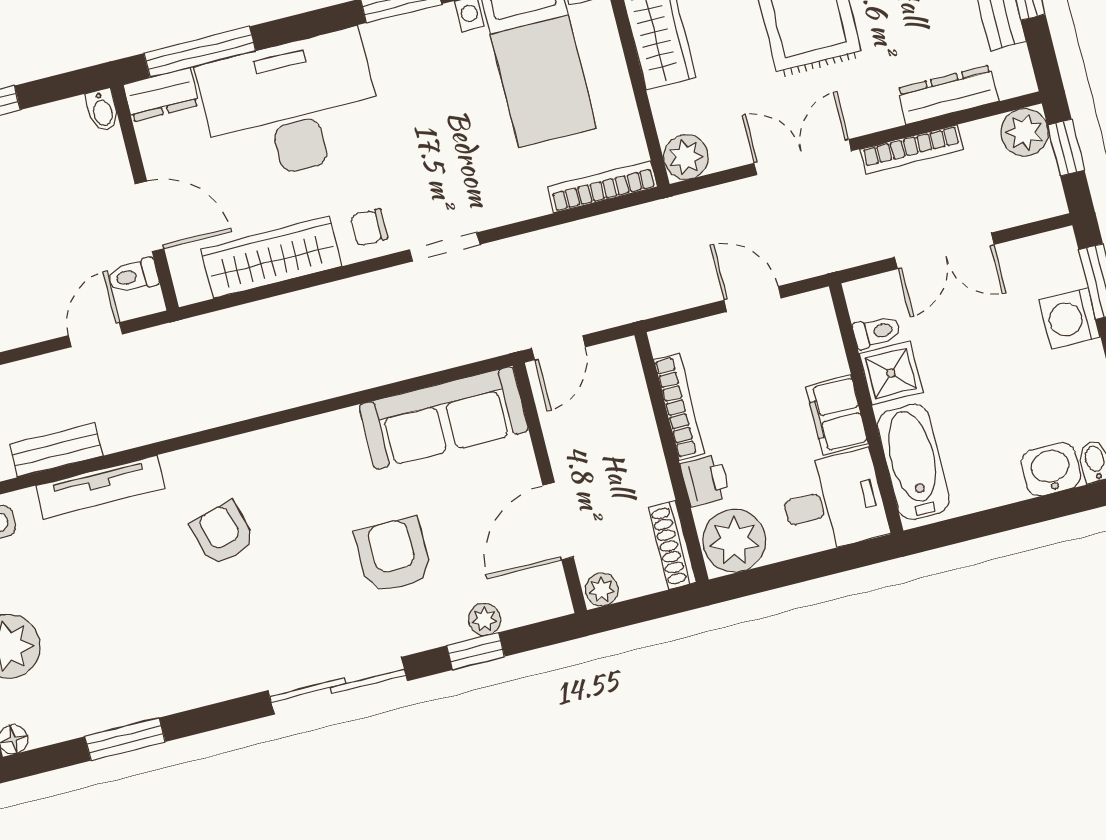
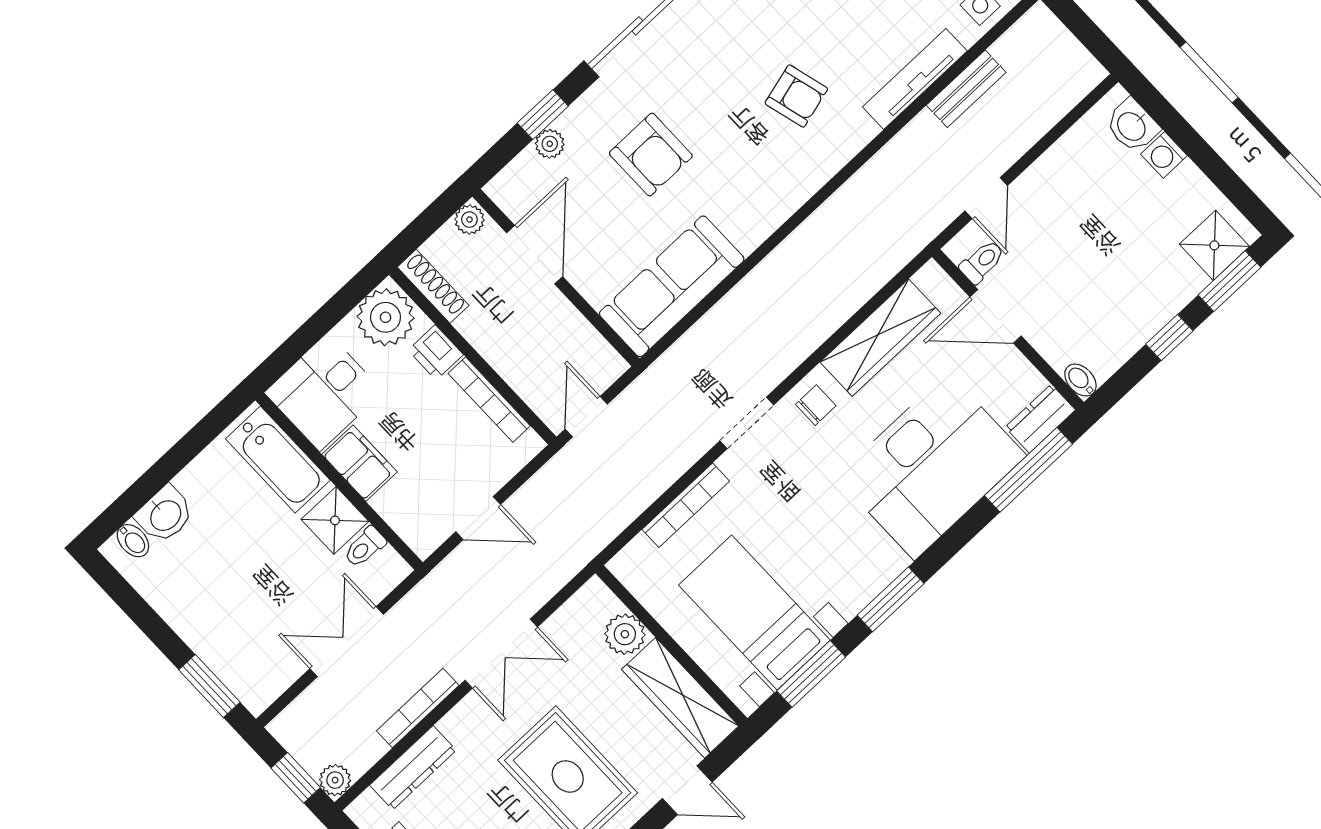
plant: (1025, 132) -> (335, 780), width x0.73, depth x0.73
plant: (686, 157) -> (625, 634), moved
bookcase: (603, 187) -> (686, 505), moved
washing machine: (1070, 319) -> (217, 643), removed
door: (559, 348) -> (586, 417), moved

